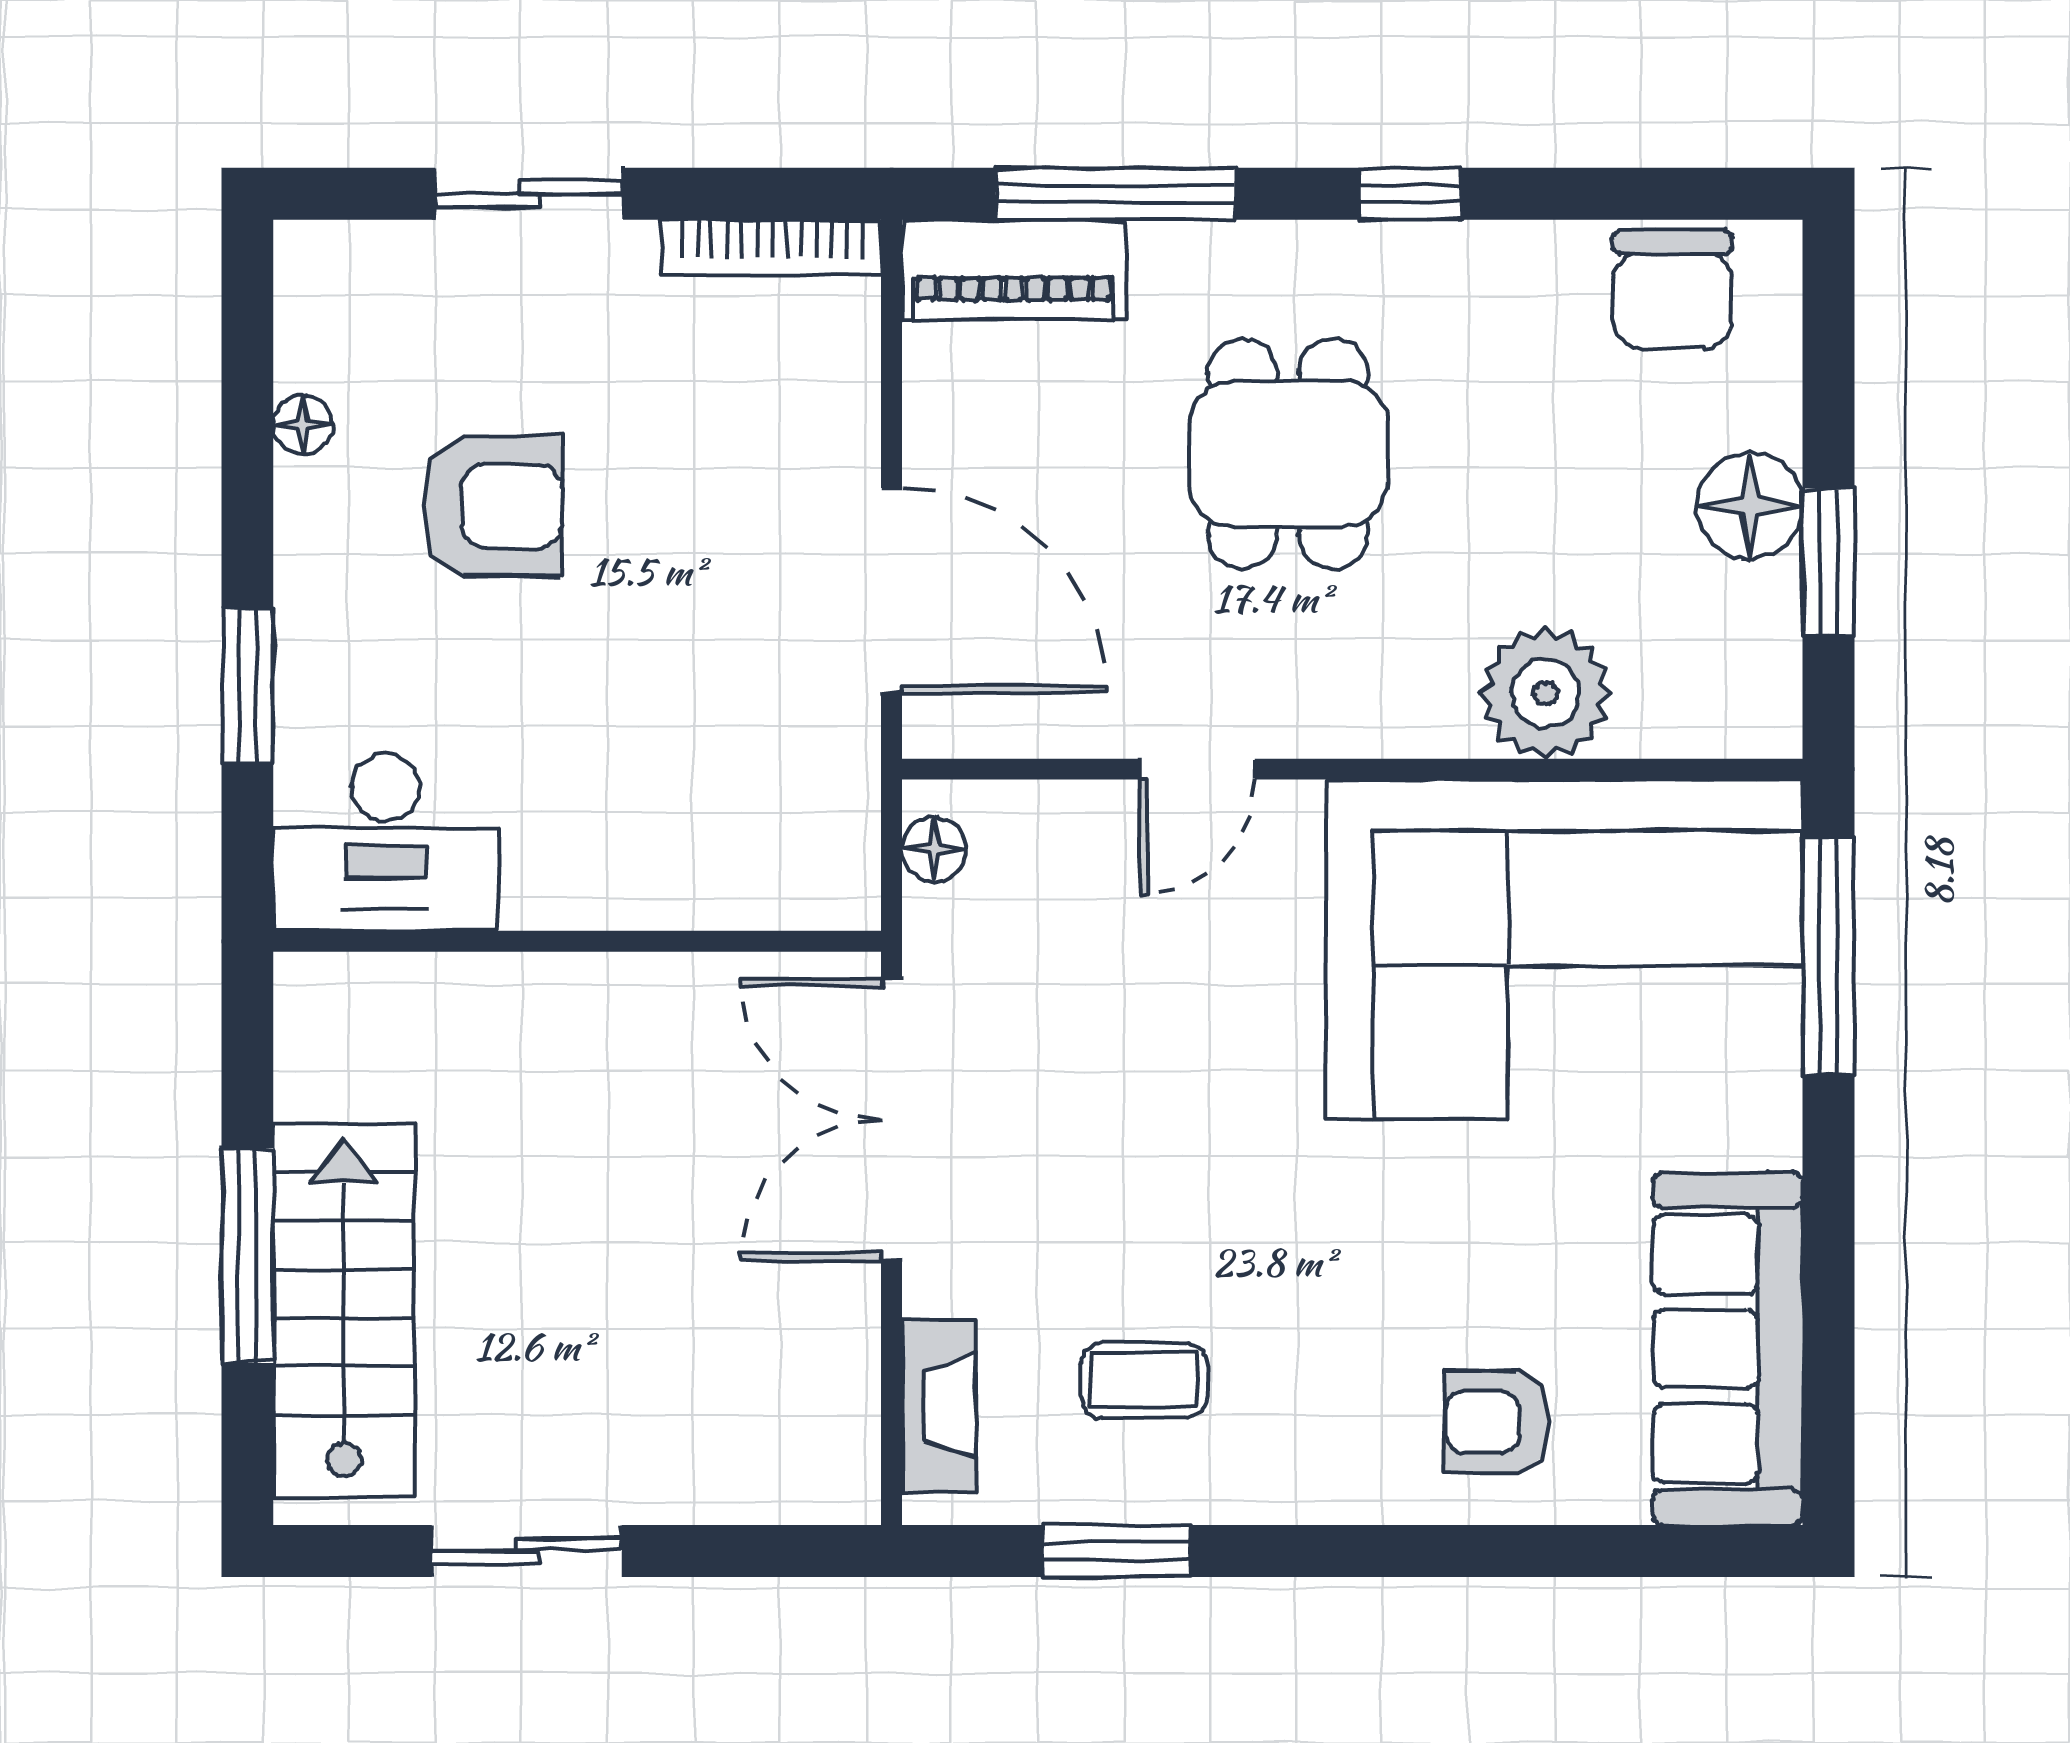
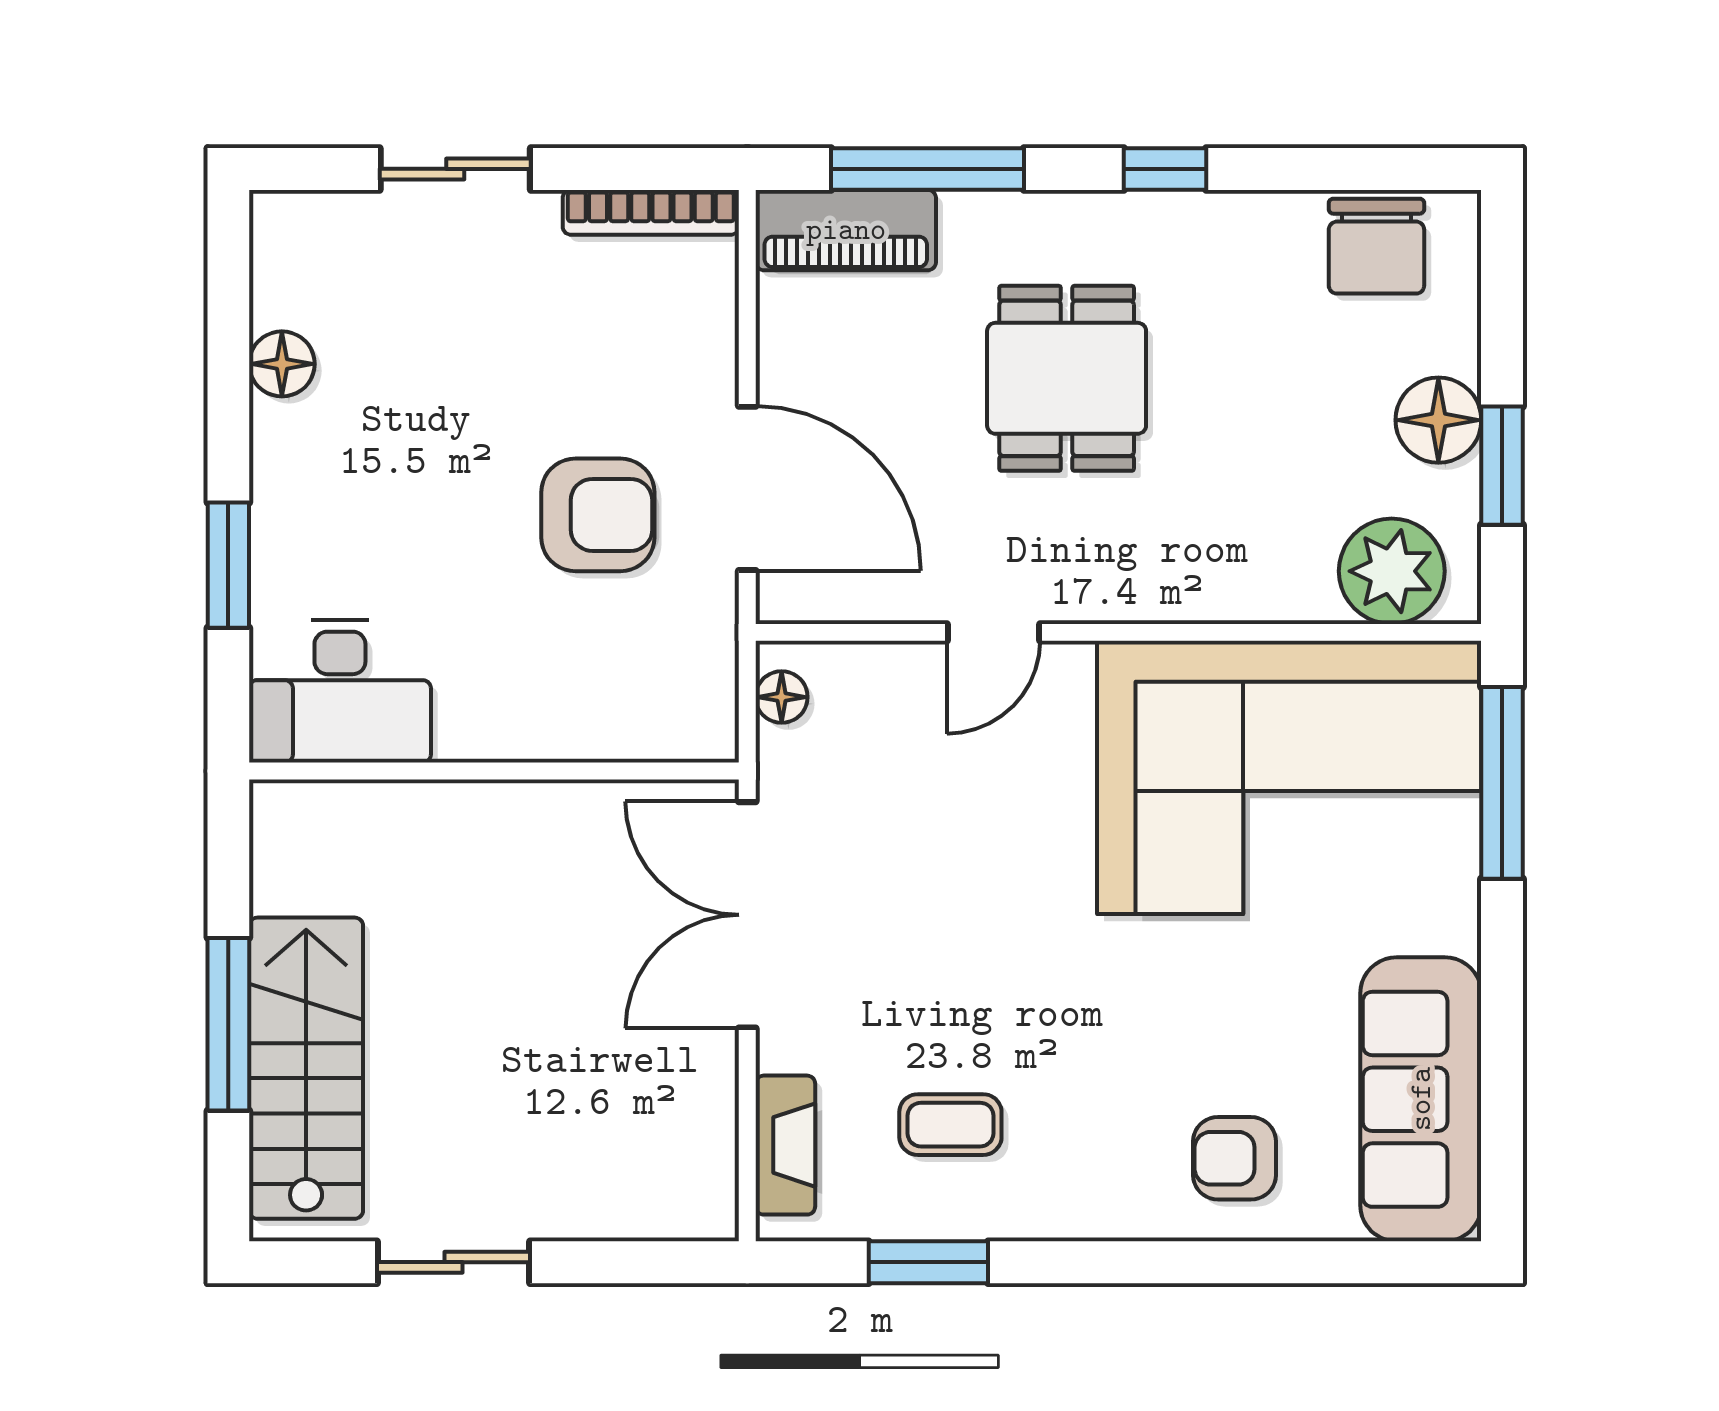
floor lamp: (303, 425) -> (282, 364), width x1.37, depth x1.37
armchair: (492, 506) -> (598, 515), moved
plant: (1545, 693) -> (1392, 571), moved

